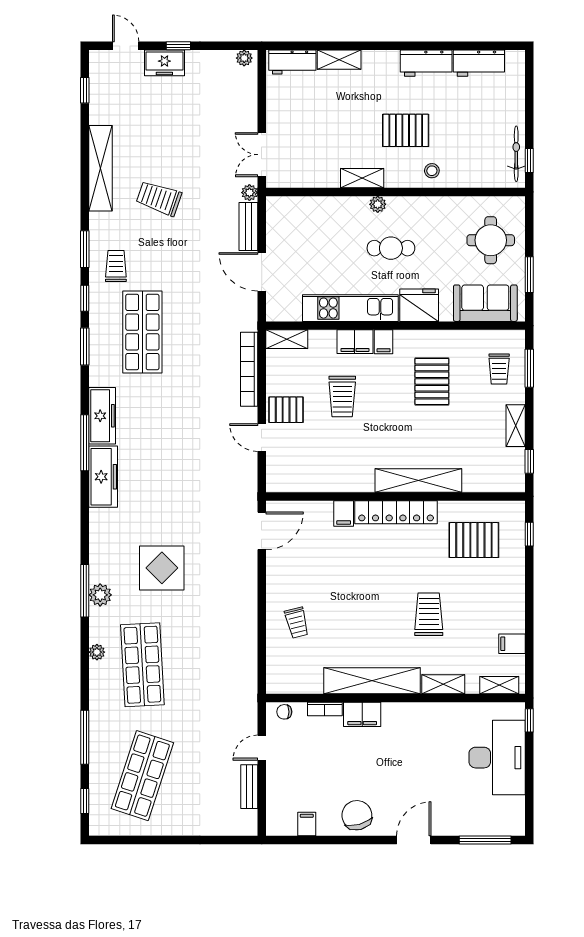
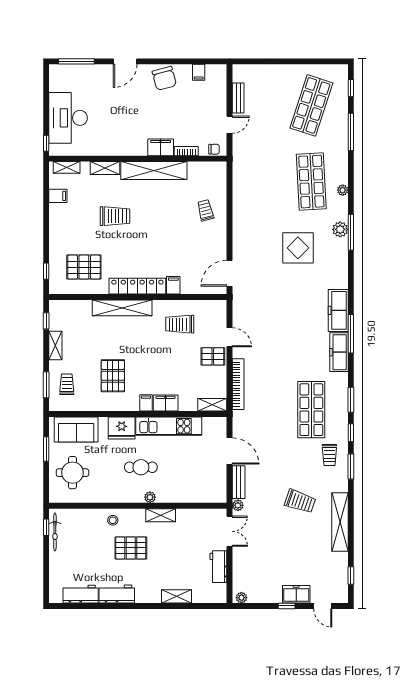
workbench: (292, 62) -> (218, 567), moved, turned -90
trolley: (342, 397) -> (180, 324), moved, turned -90
trolley: (429, 614) -> (115, 216), turned -90

